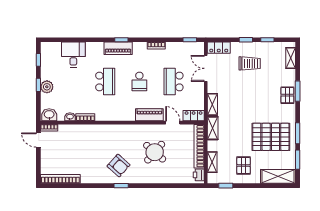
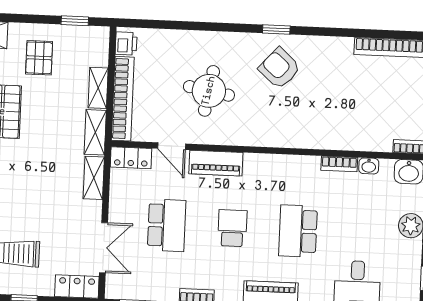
round table: (155, 152) -> (209, 91), turned -31
shelving: (212, 162) -> (98, 88), moved

